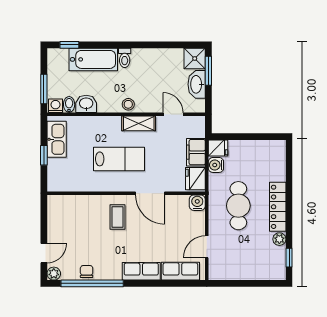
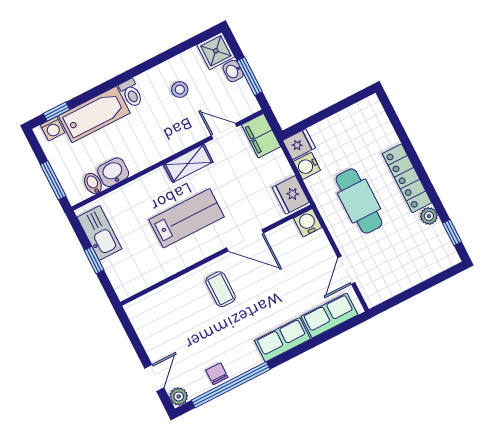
window: (208, 71) -> (250, 76), moved
washbasin: (197, 84) -> (233, 71), width x0.52, depth x0.69
stool: (128, 104) -> (180, 90), moved
washing machine: (56, 106) -> (53, 129), moved, turned 180
filing cabinet: (196, 152) -> (261, 136), moved

